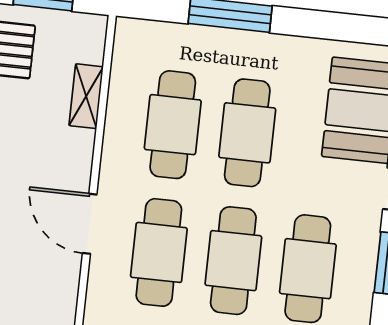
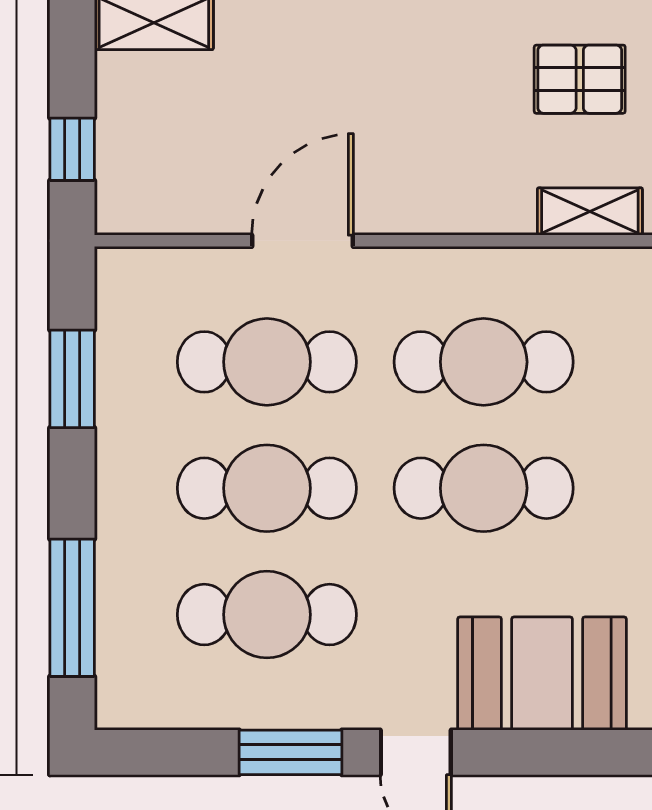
shelving: (86, 96) -> (590, 212), moved

